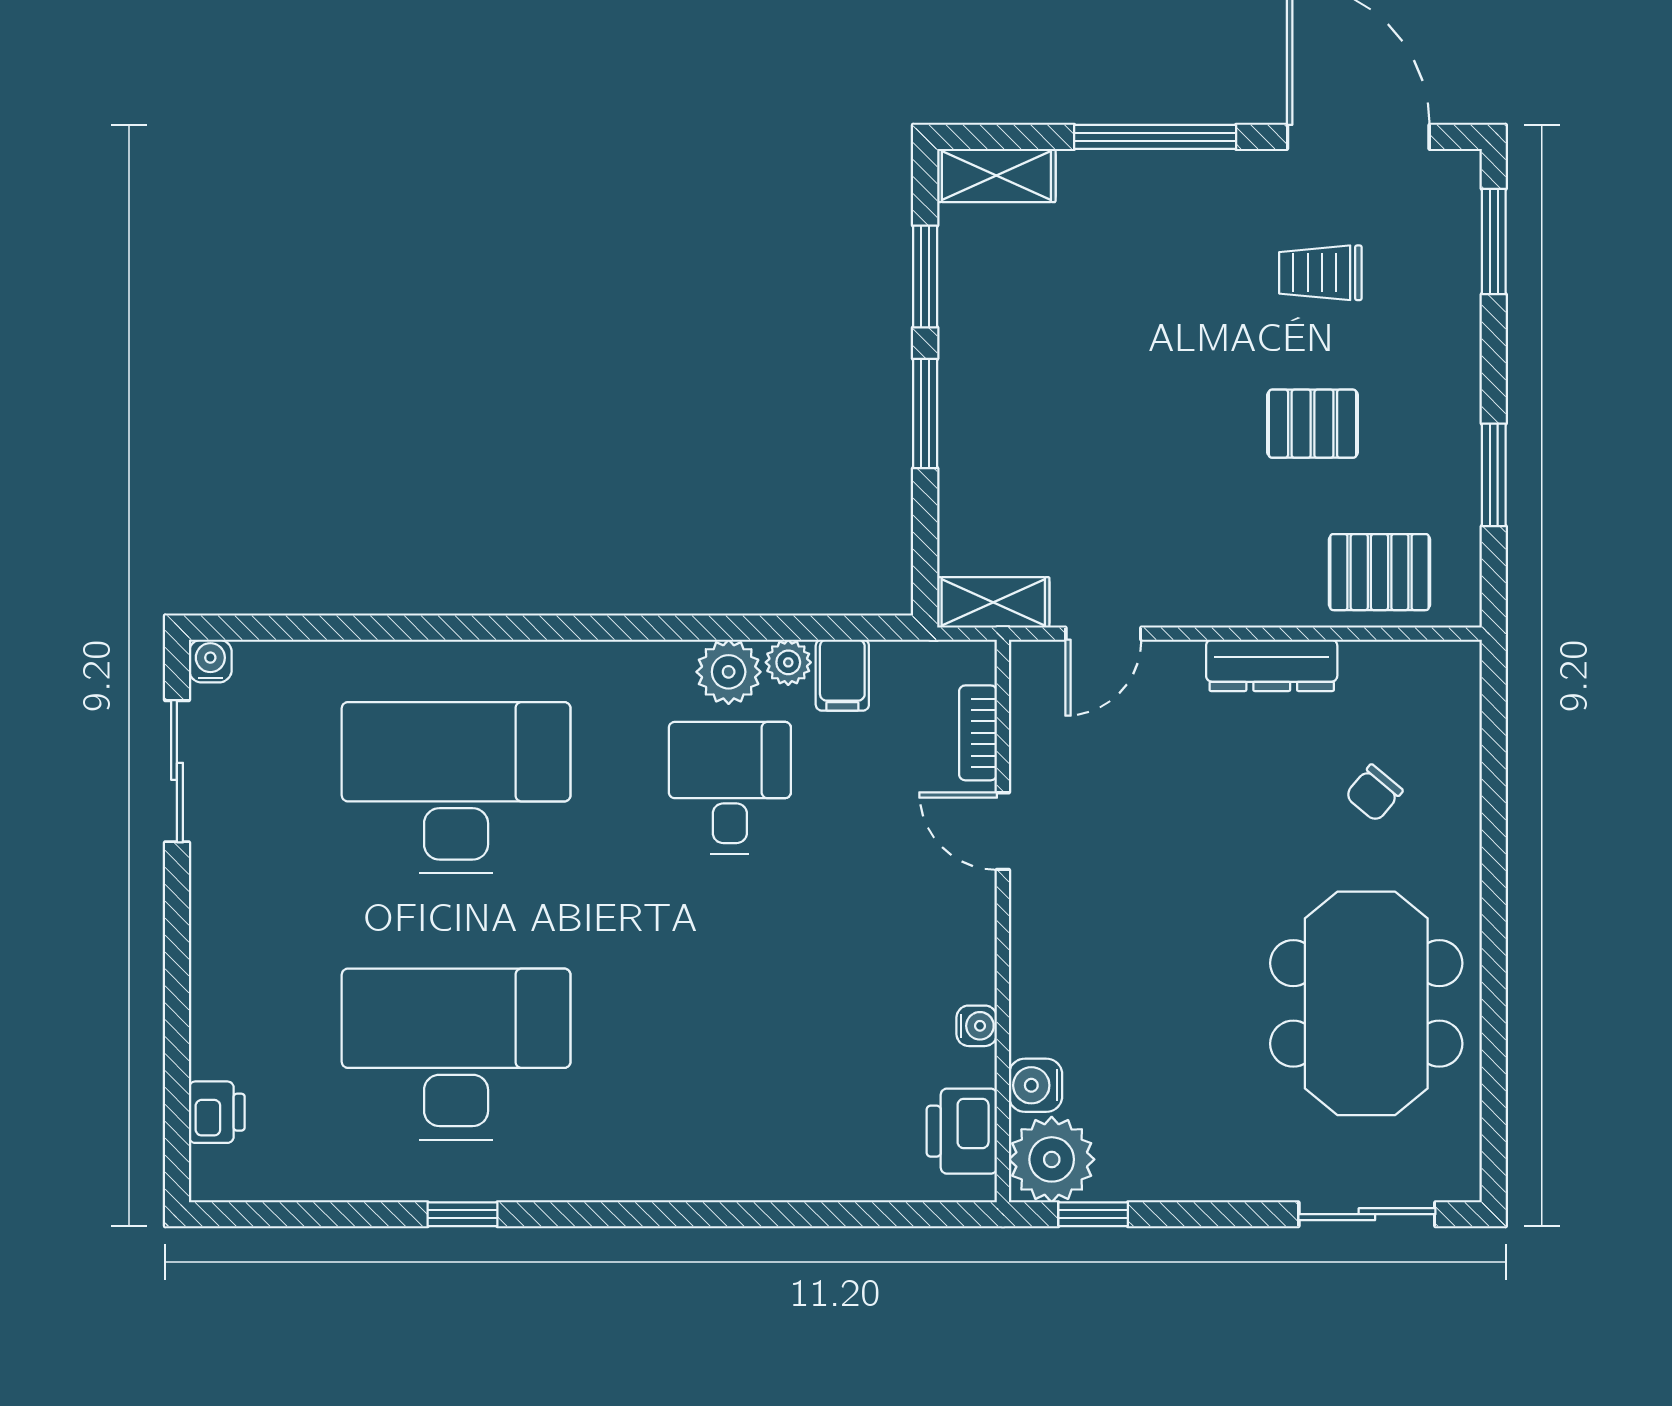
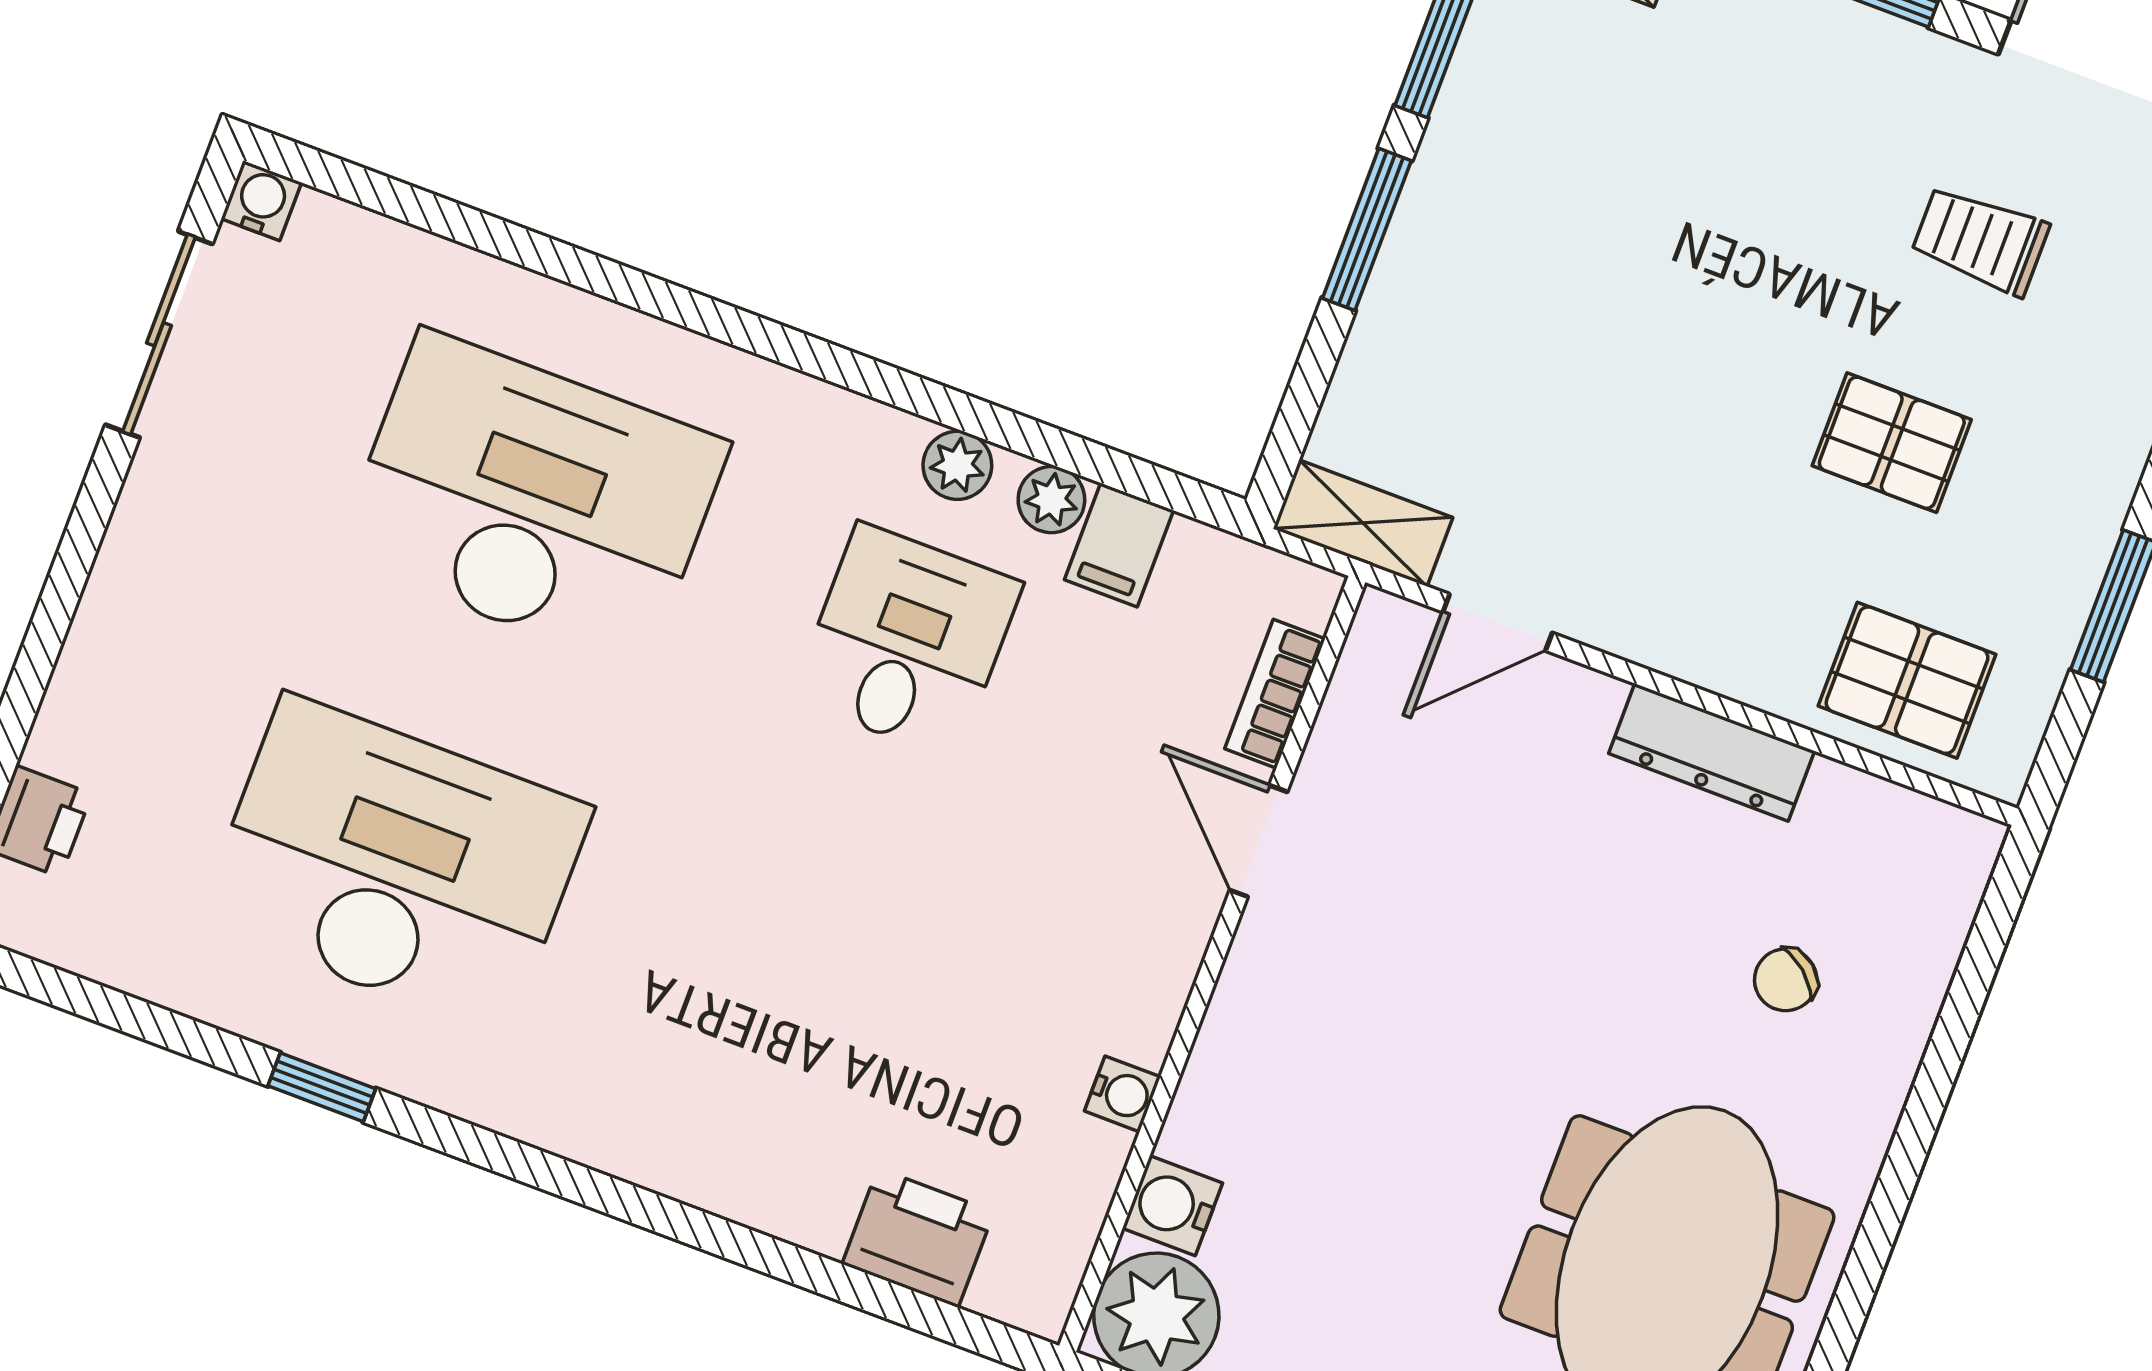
plant: (729, 672) -> (957, 465), width x0.73, depth x0.73
printer: (962, 1131) -> (918, 1238), moved, turned 90

